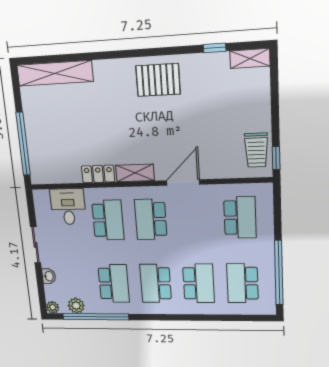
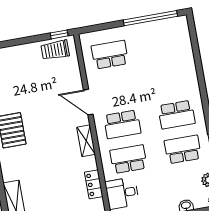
trolley: (256, 150) -> (55, 50), turned 180
locker: (98, 174) -> (94, 184), moved
school desk: (199, 283) -> (170, 80), removed
school desk: (242, 283) -> (164, 45), removed

